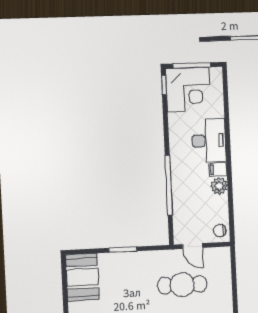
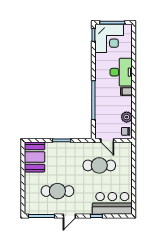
plant: (219, 186) -> (127, 117), moved

